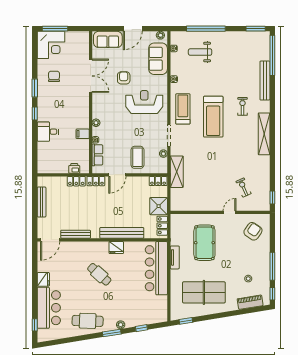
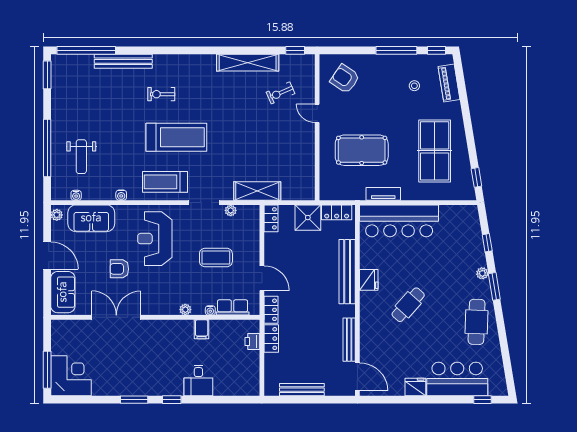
chair: (54, 76) -> (117, 371), removed
shelving: (264, 134) -> (248, 63), moved
coffee table: (137, 157) -> (216, 257), moved

